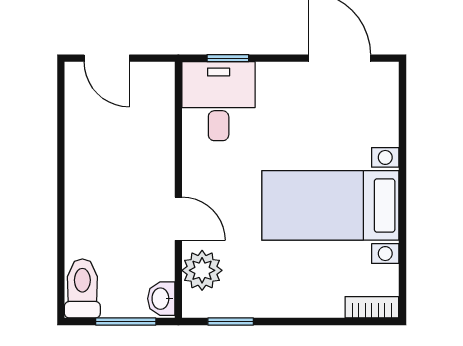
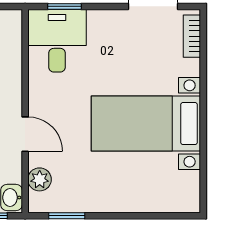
plant: (202, 270) -> (40, 179), width x0.73, depth x0.73
bookcase: (372, 307) -> (192, 36), moved, turned -90

